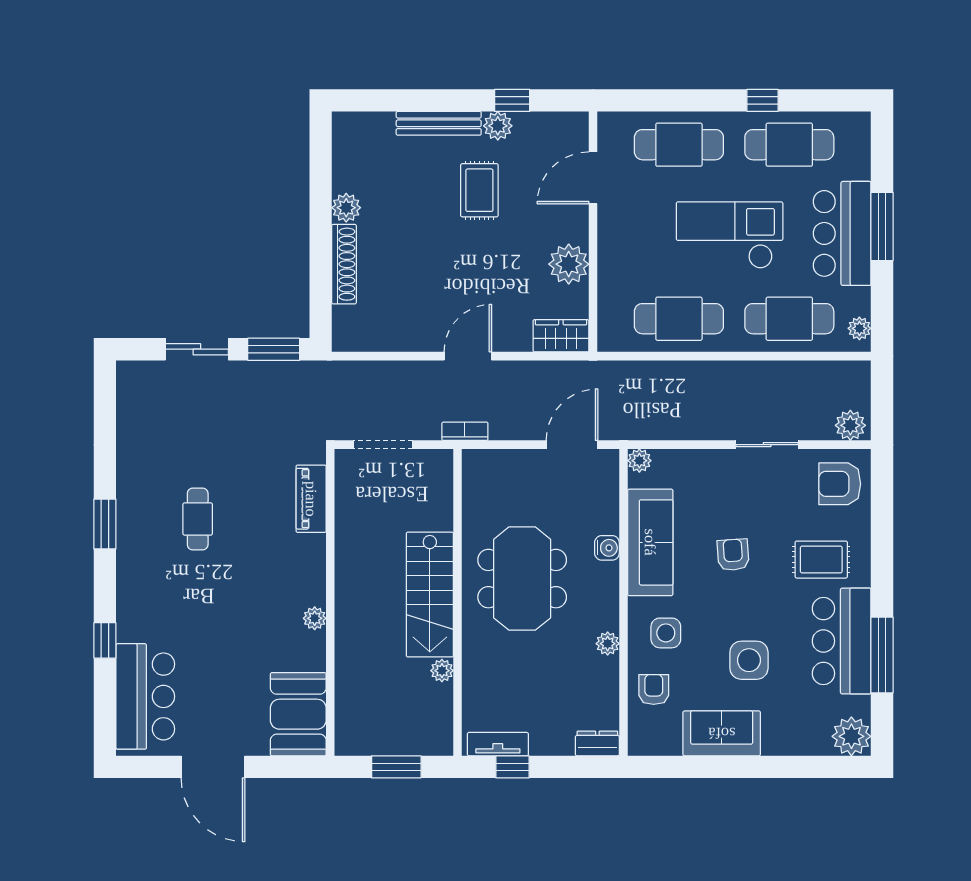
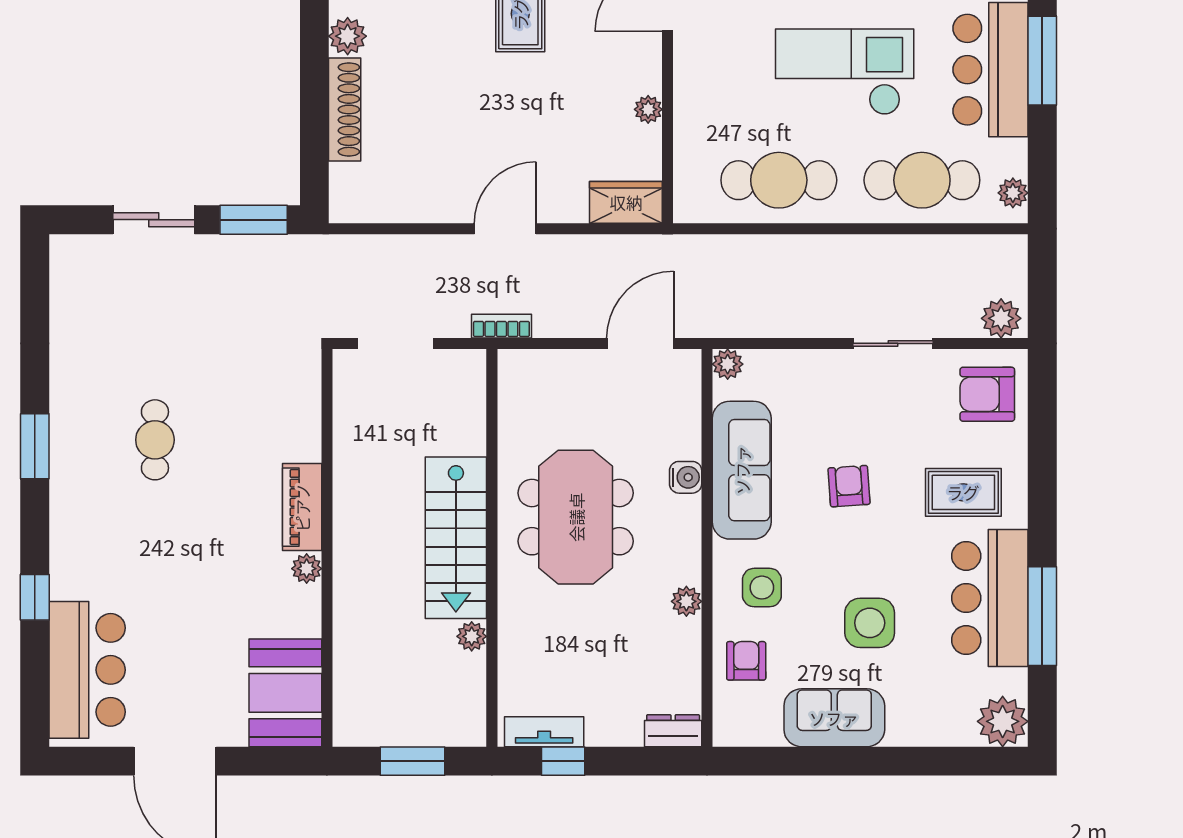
plant: (569, 264) -> (648, 109), width x0.53, depth x0.53
piano: (311, 499) -> (302, 507), moved

